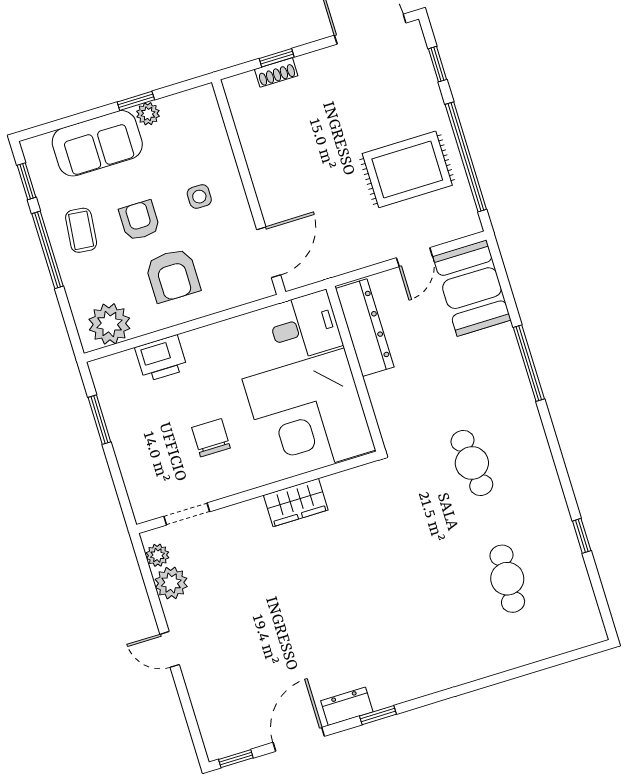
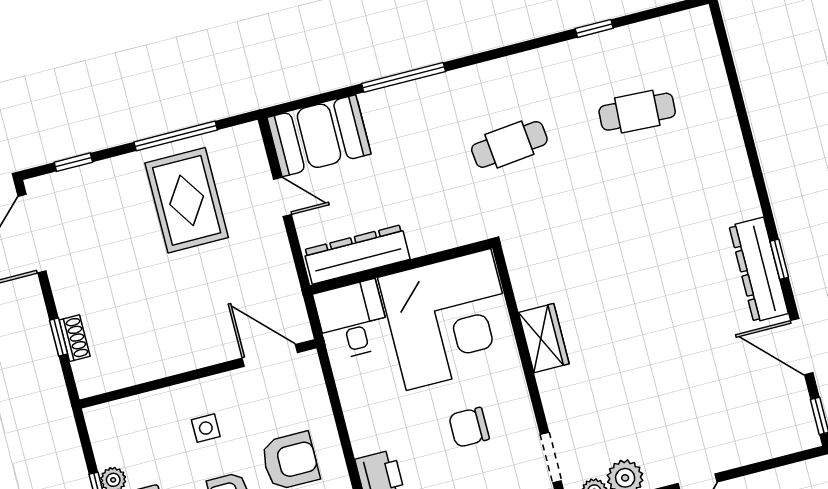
window: (466, 157) -> (176, 136), width x0.68
dresser: (347, 706) -> (759, 270), width x1.96, depth x1.24

